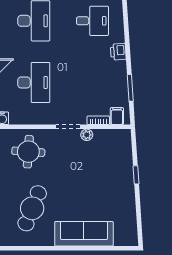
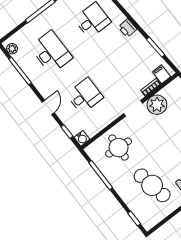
desk: (34, 82) -> (85, 96), width x0.73
plant: (87, 135) -> (157, 105), width x1.88, depth x1.88
cafe table: (32, 208) -> (152, 185), turned -33

